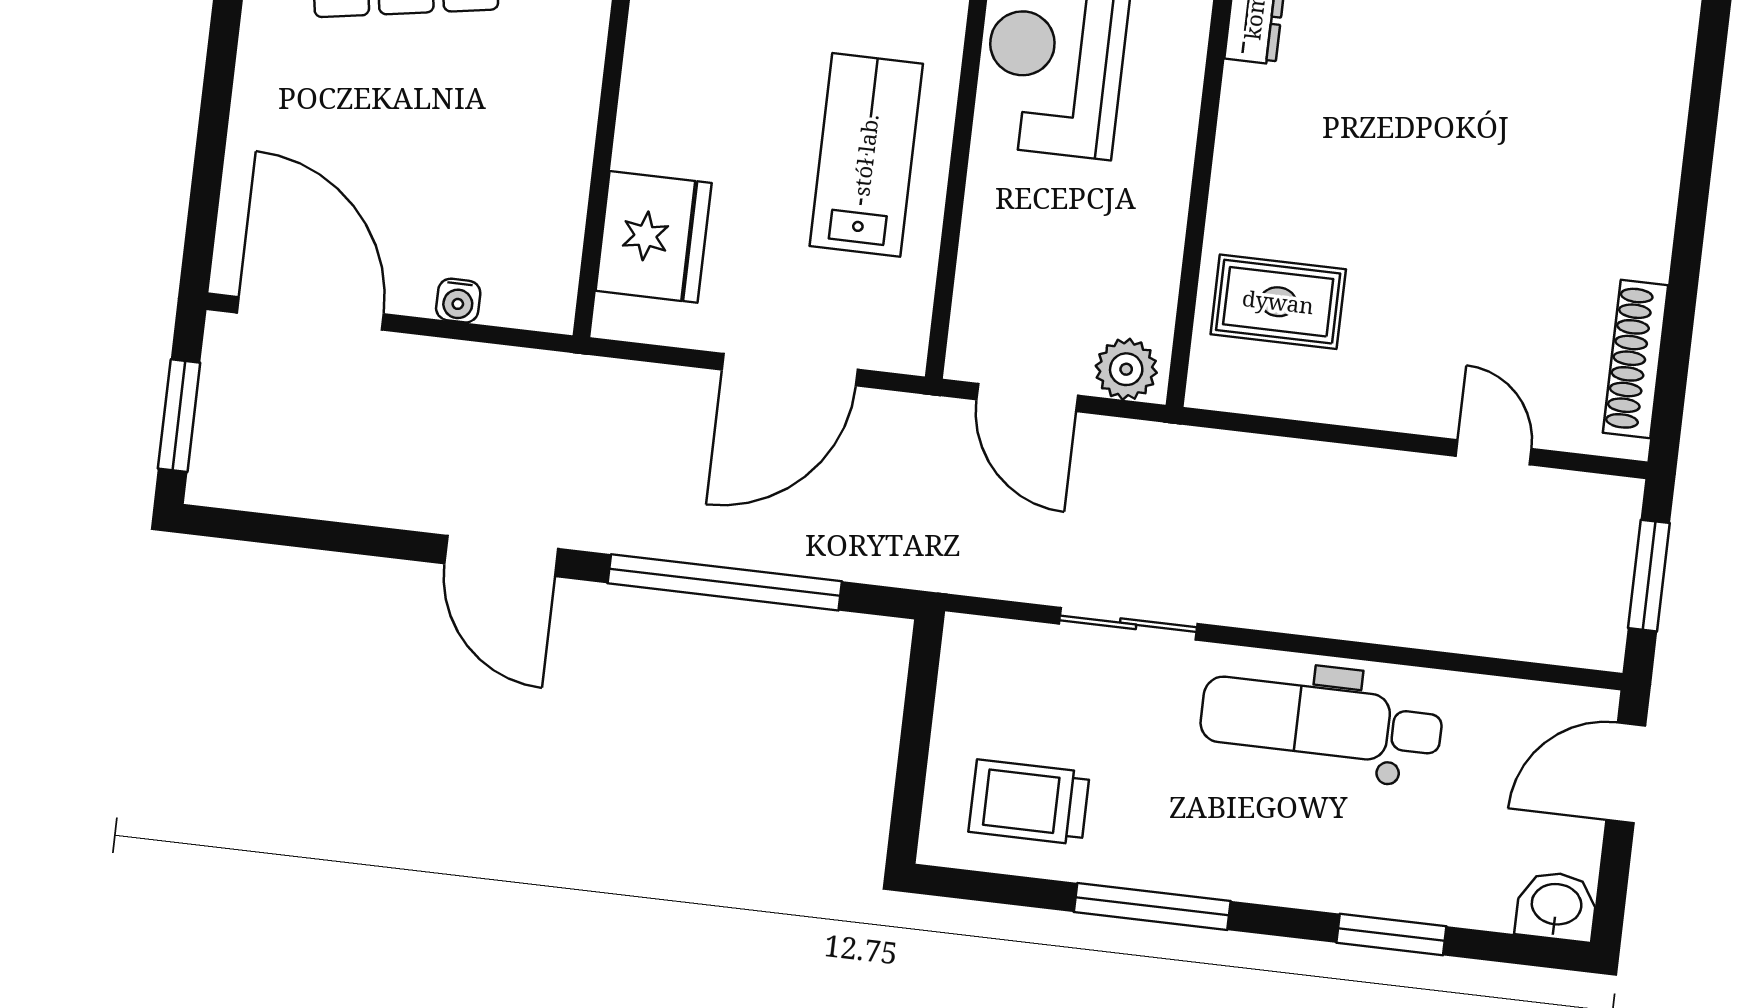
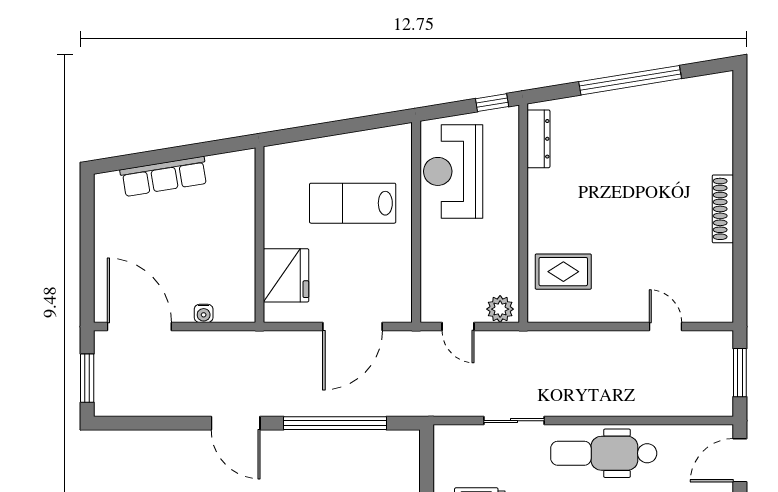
lab bench: (866, 155) -> (353, 203), moved, turned -90
shoe rack: (1635, 359) -> (723, 209), moved
door: (1027, 398) -> (458, 327), width x0.73

